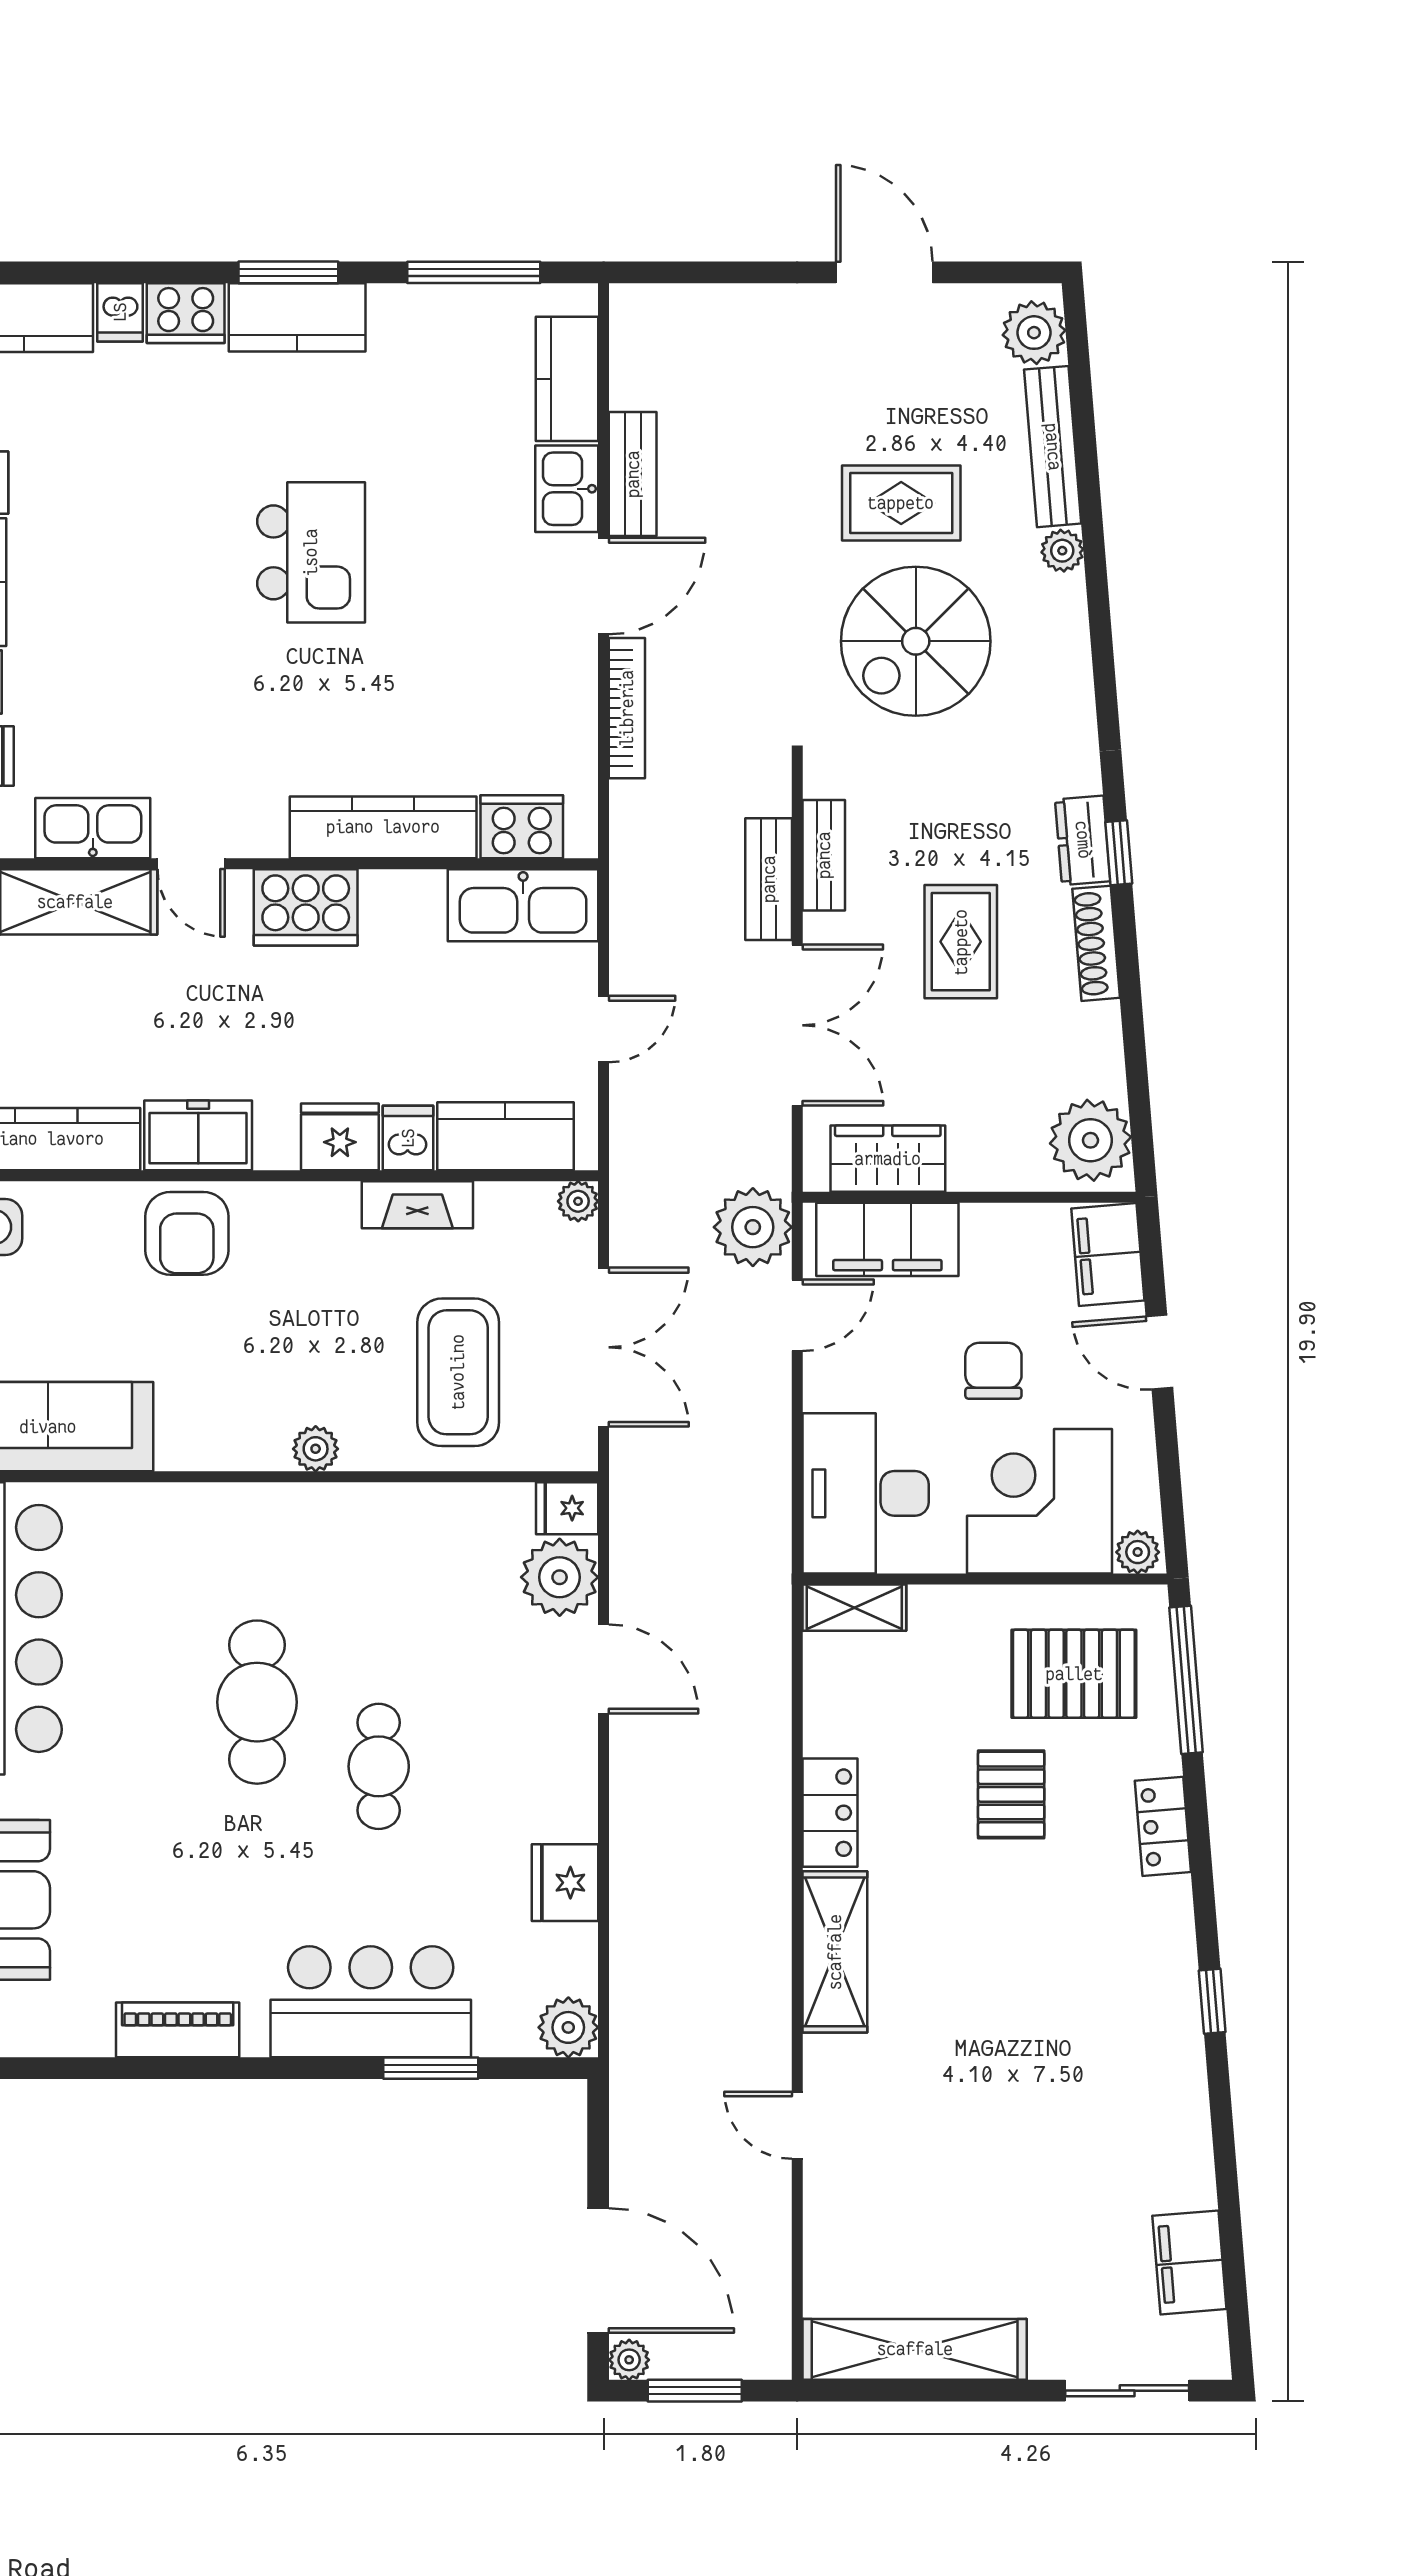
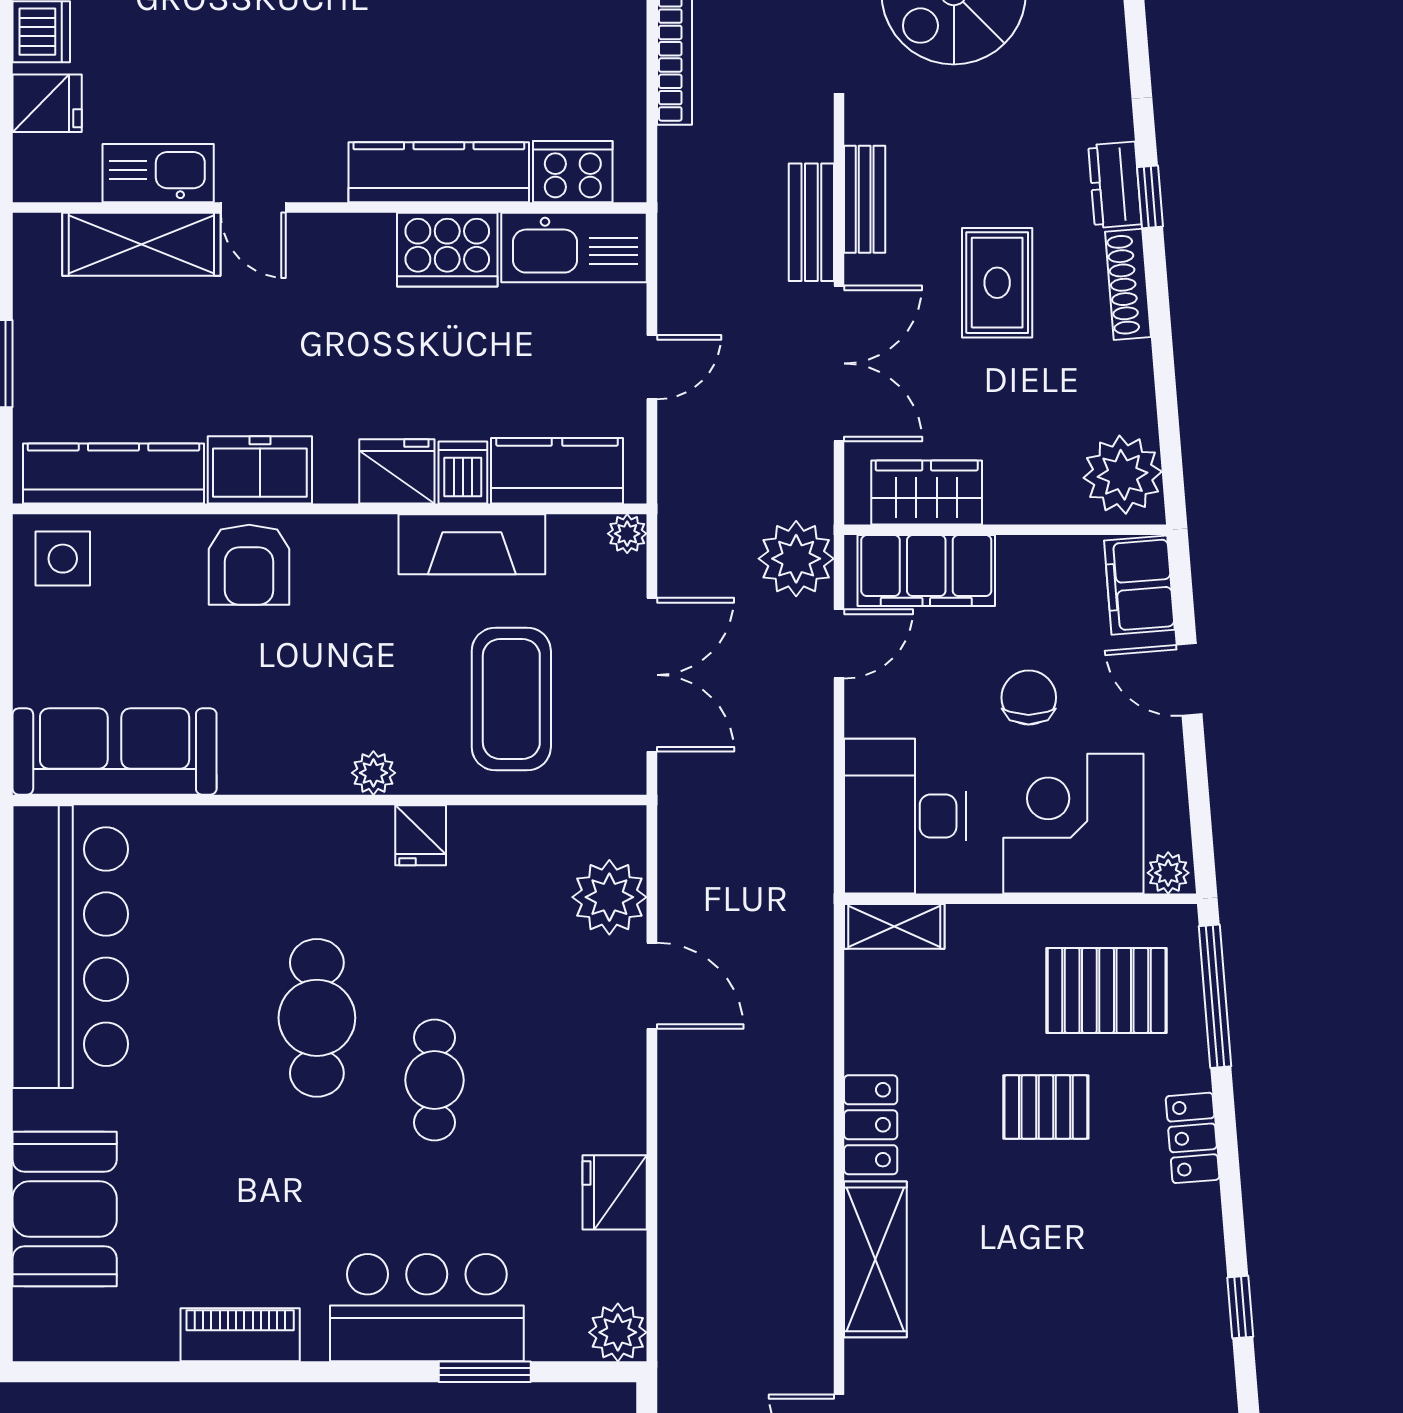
cooker: (306, 907) -> (447, 250), moved
fireplace: (417, 1205) -> (472, 544), width x1.37, depth x1.32
fridge: (567, 1508) -> (421, 835), moved, turned -90
pallet: (1011, 1794) -> (1046, 1107), turned 90

